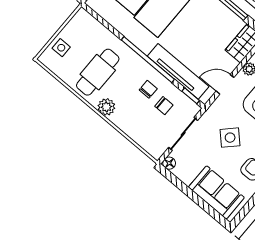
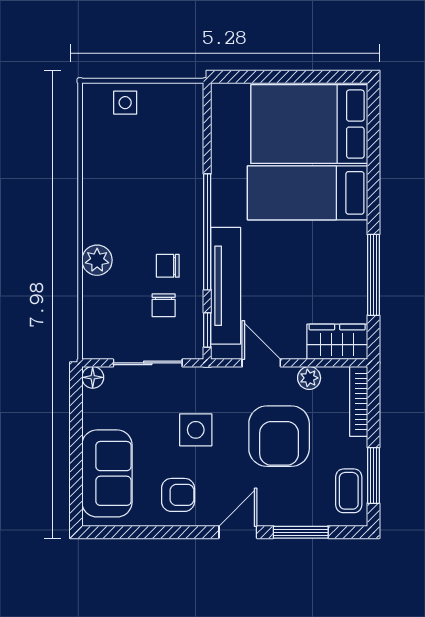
cafe table: (98, 72) -> (134, 179), removed
chair: (148, 89) -> (168, 266), turned 180
plant: (106, 107) -> (97, 260), moved
side table: (230, 138) -> (196, 430), turned 45

